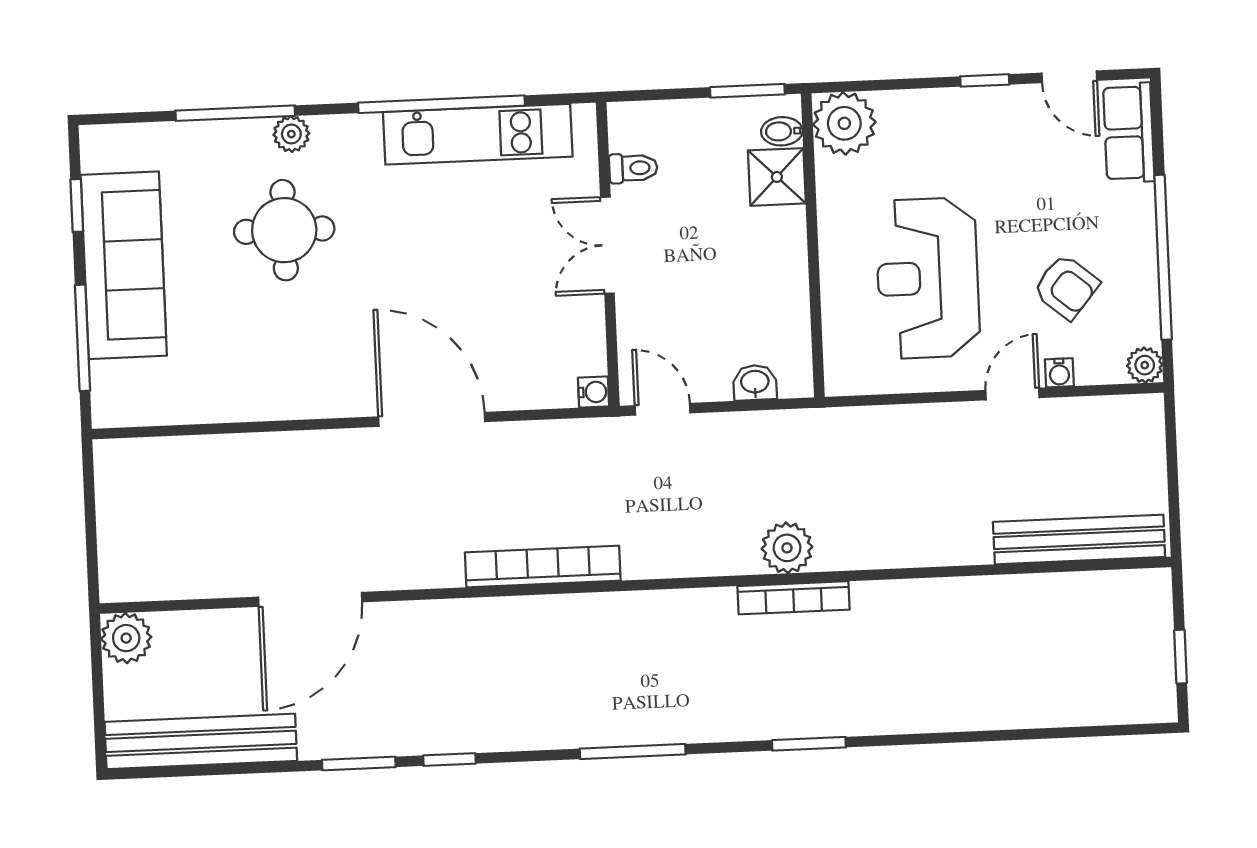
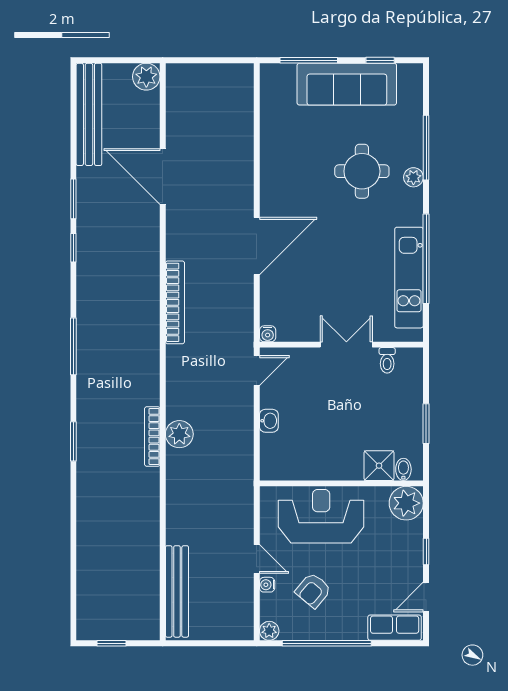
plant: (844, 123) -> (406, 503), moved
bidet: (782, 131) -> (403, 469), moved
shower: (777, 177) -> (379, 466), moved
wall: (813, 245) -> (341, 483), moved

